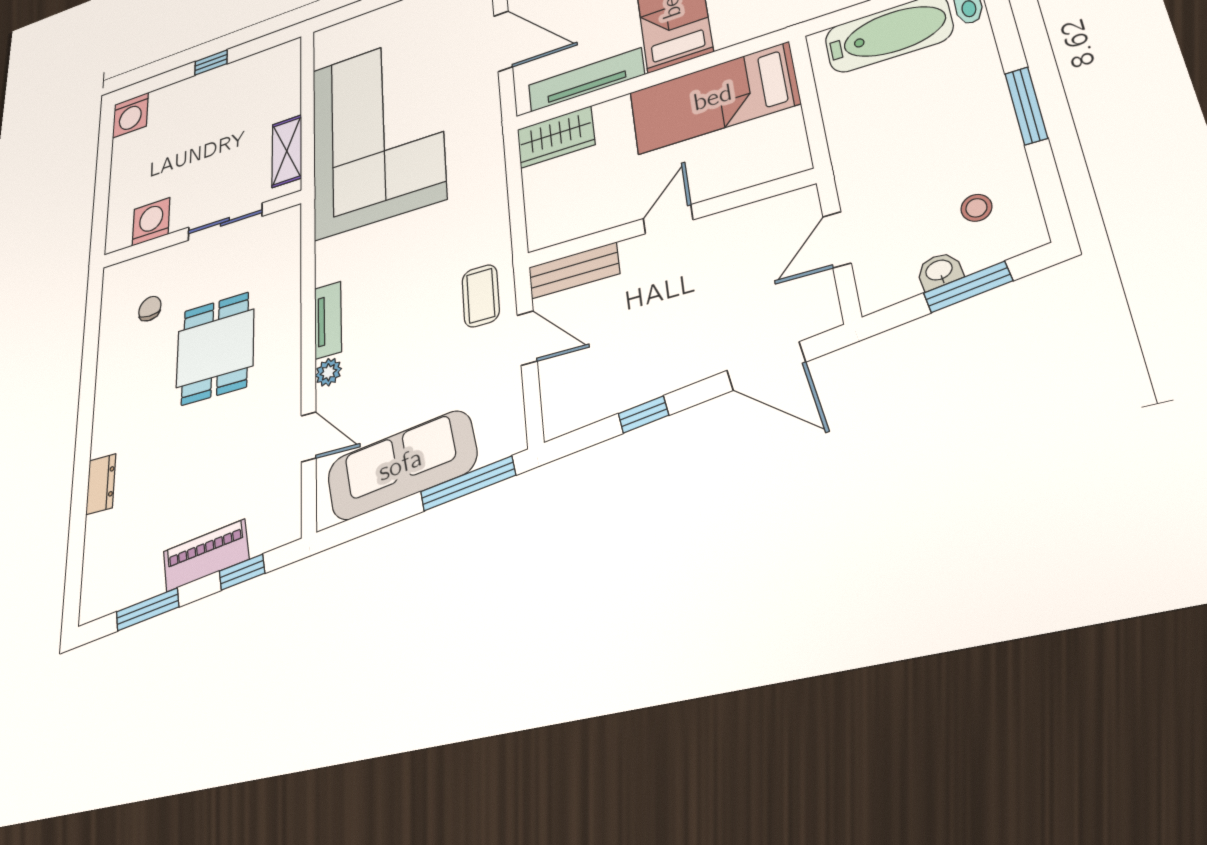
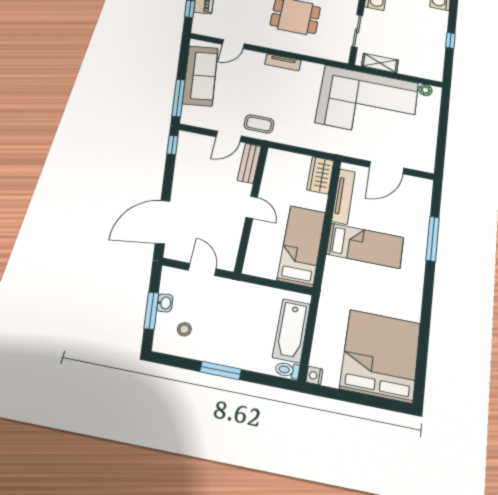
door: (766, 366) -> (163, 222), width x1.36
plant: (328, 372) -> (425, 90), moved
window: (643, 414) -> (172, 145), moved

